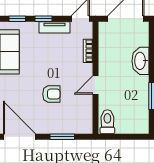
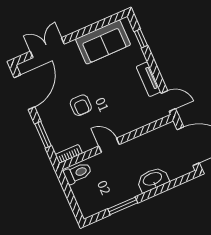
window: (43, 19) -> (152, 64), removed
bookcase: (88, 51) -> (69, 154), moved

